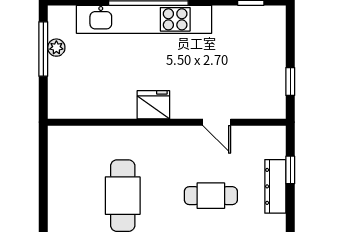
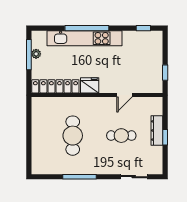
locker: (91, 106) -> (55, 86), added
door: (217, 122) -> (125, 95), hinge flipped
window: (290, 170) -> (165, 137), moved

